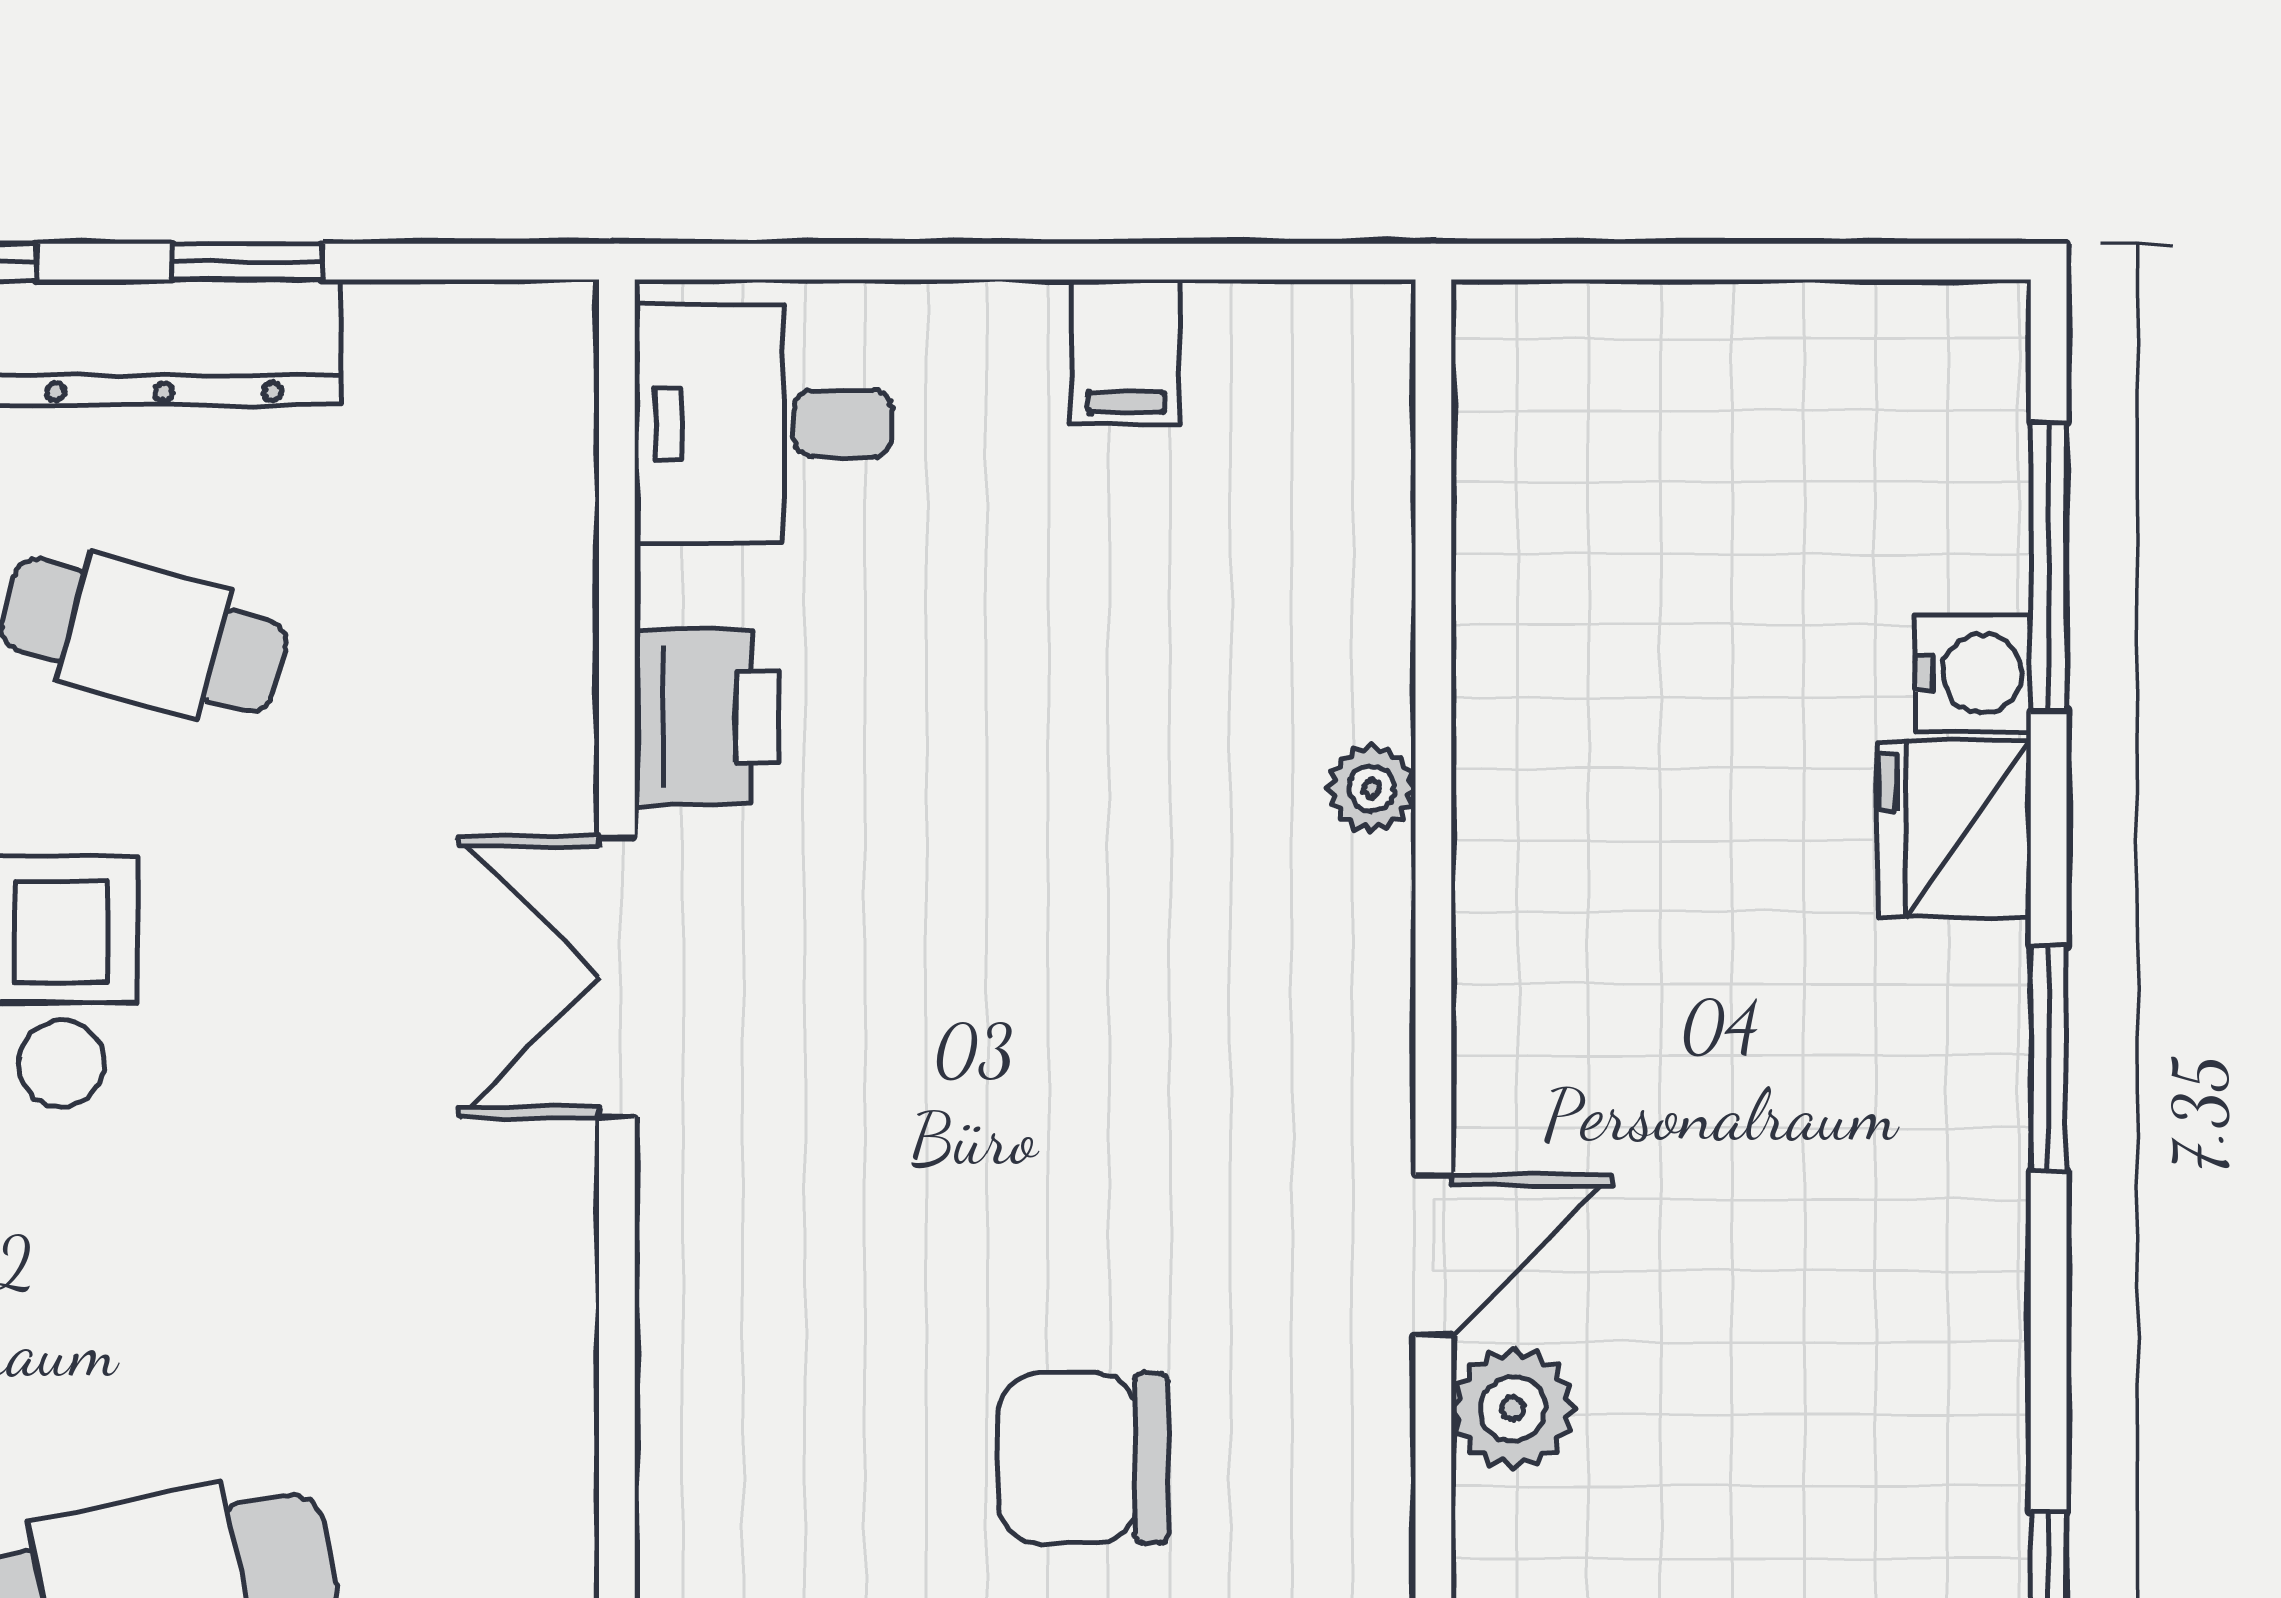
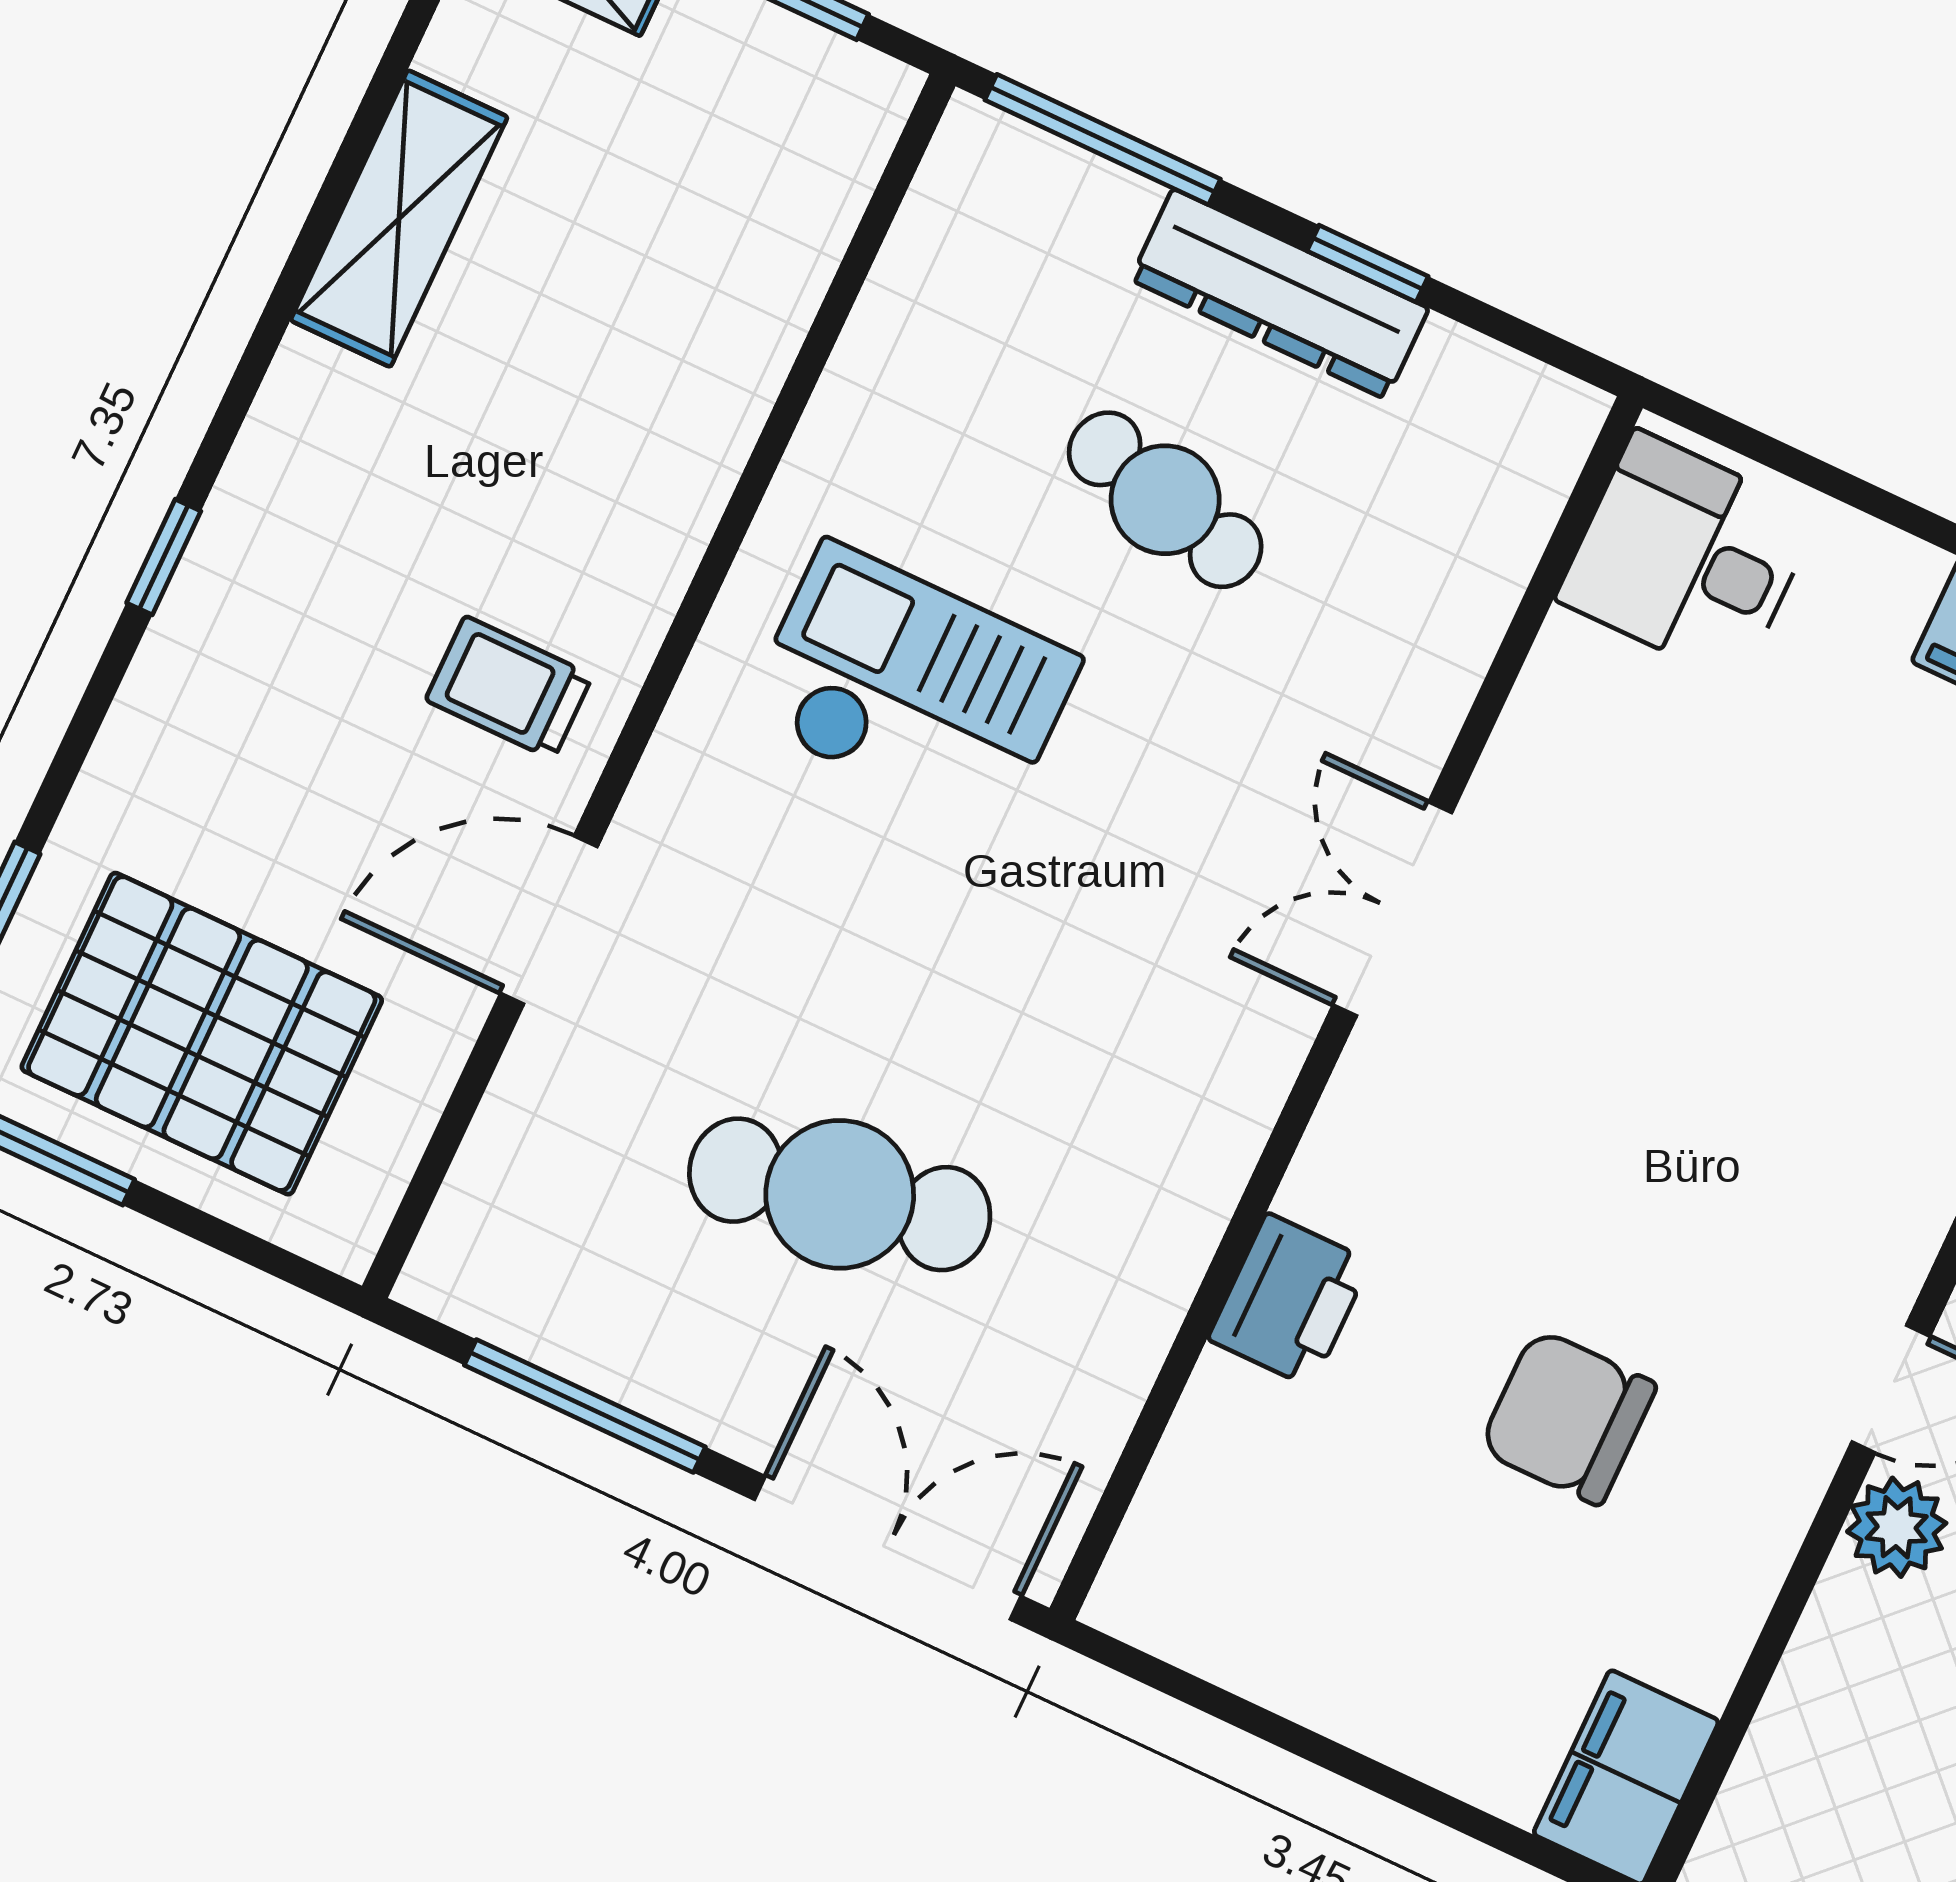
printer: (707, 717) -> (1289, 1300), moved

